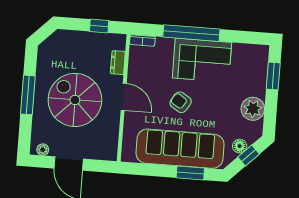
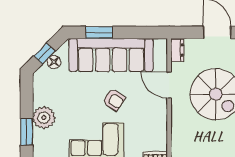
dresser: (118, 63) -> (177, 50), moved
door: (124, 97) -> (169, 85), moved
plant: (253, 109) -> (44, 118), moved

